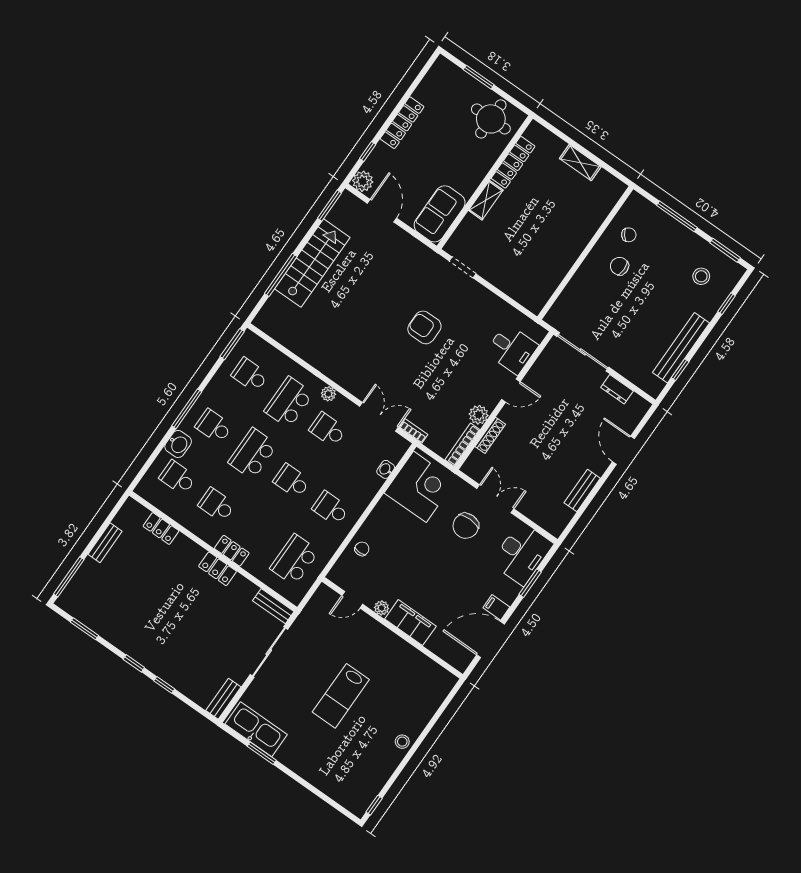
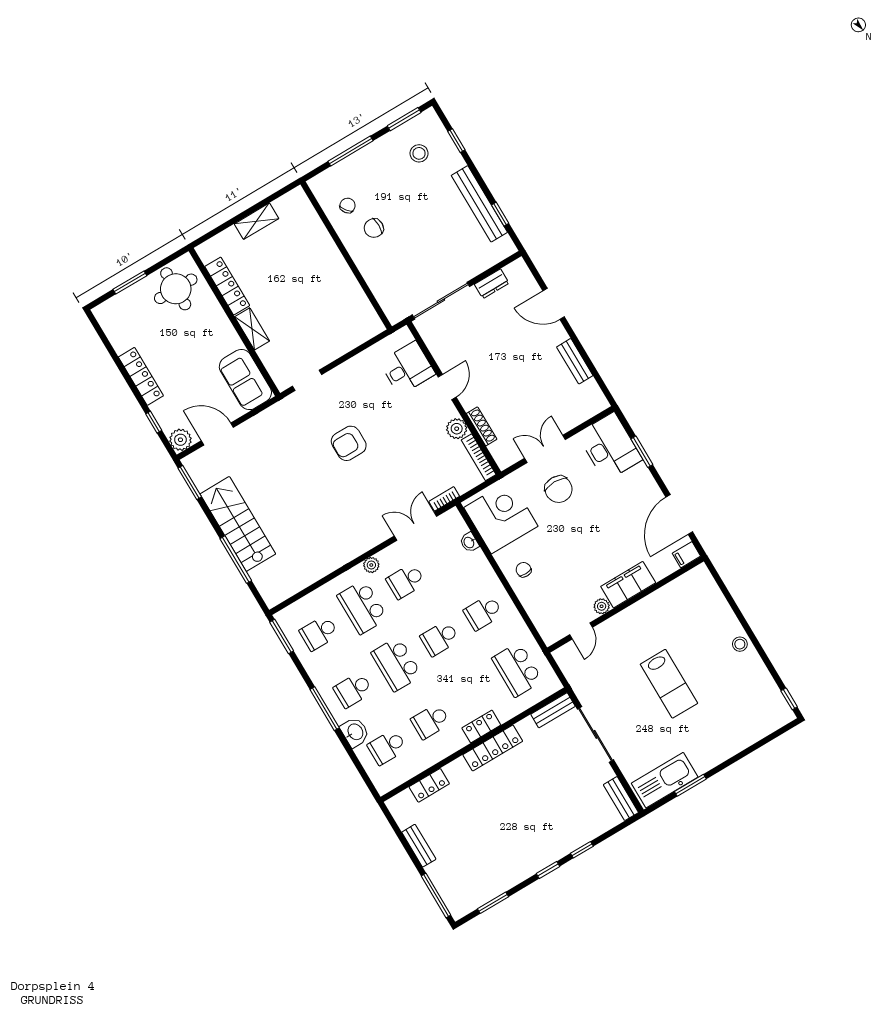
chair: (362, 549) -> (524, 570), moved
locker: (218, 569) -> (493, 748), width x1.53
filing cabinet: (496, 607) -> (686, 555), moved

